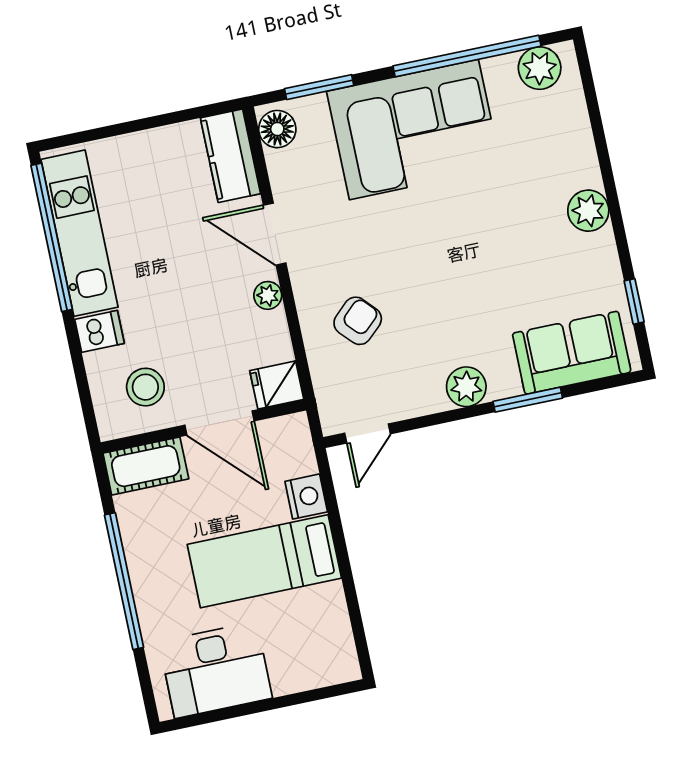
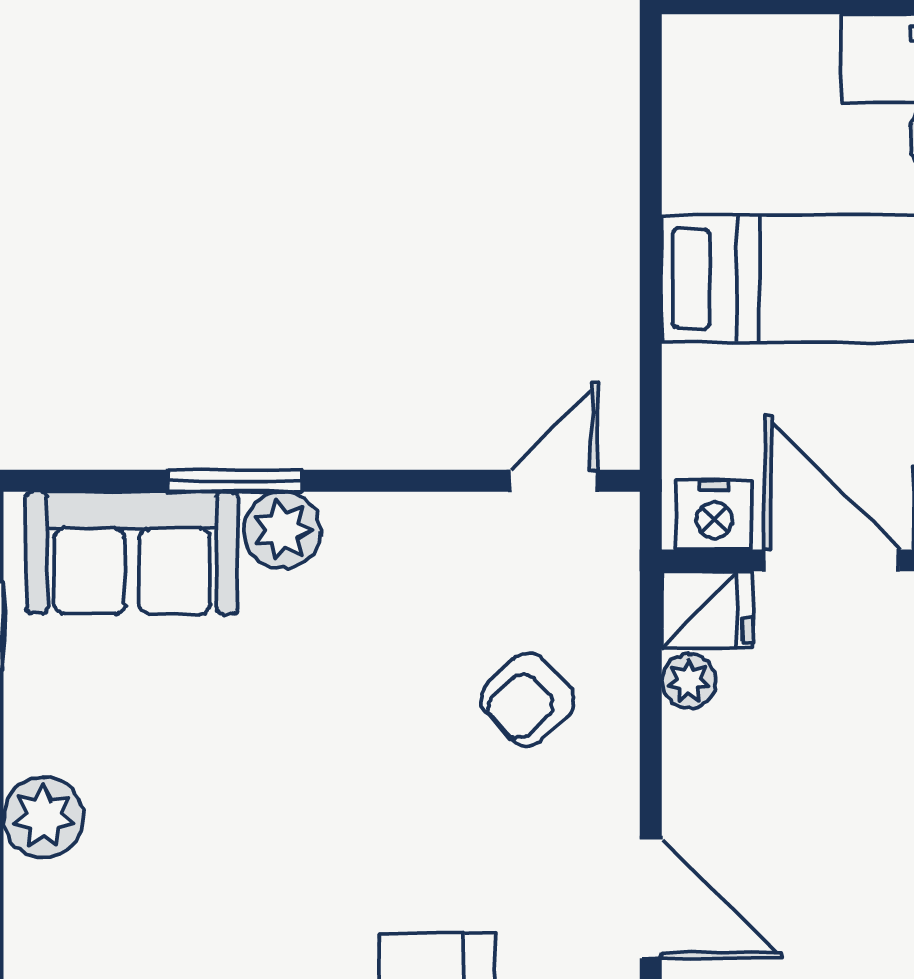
plant: (268, 295) -> (689, 681), moved
plant: (466, 387) -> (282, 530), moved
nightstand: (306, 497) -> (714, 515), moved, turned -90

